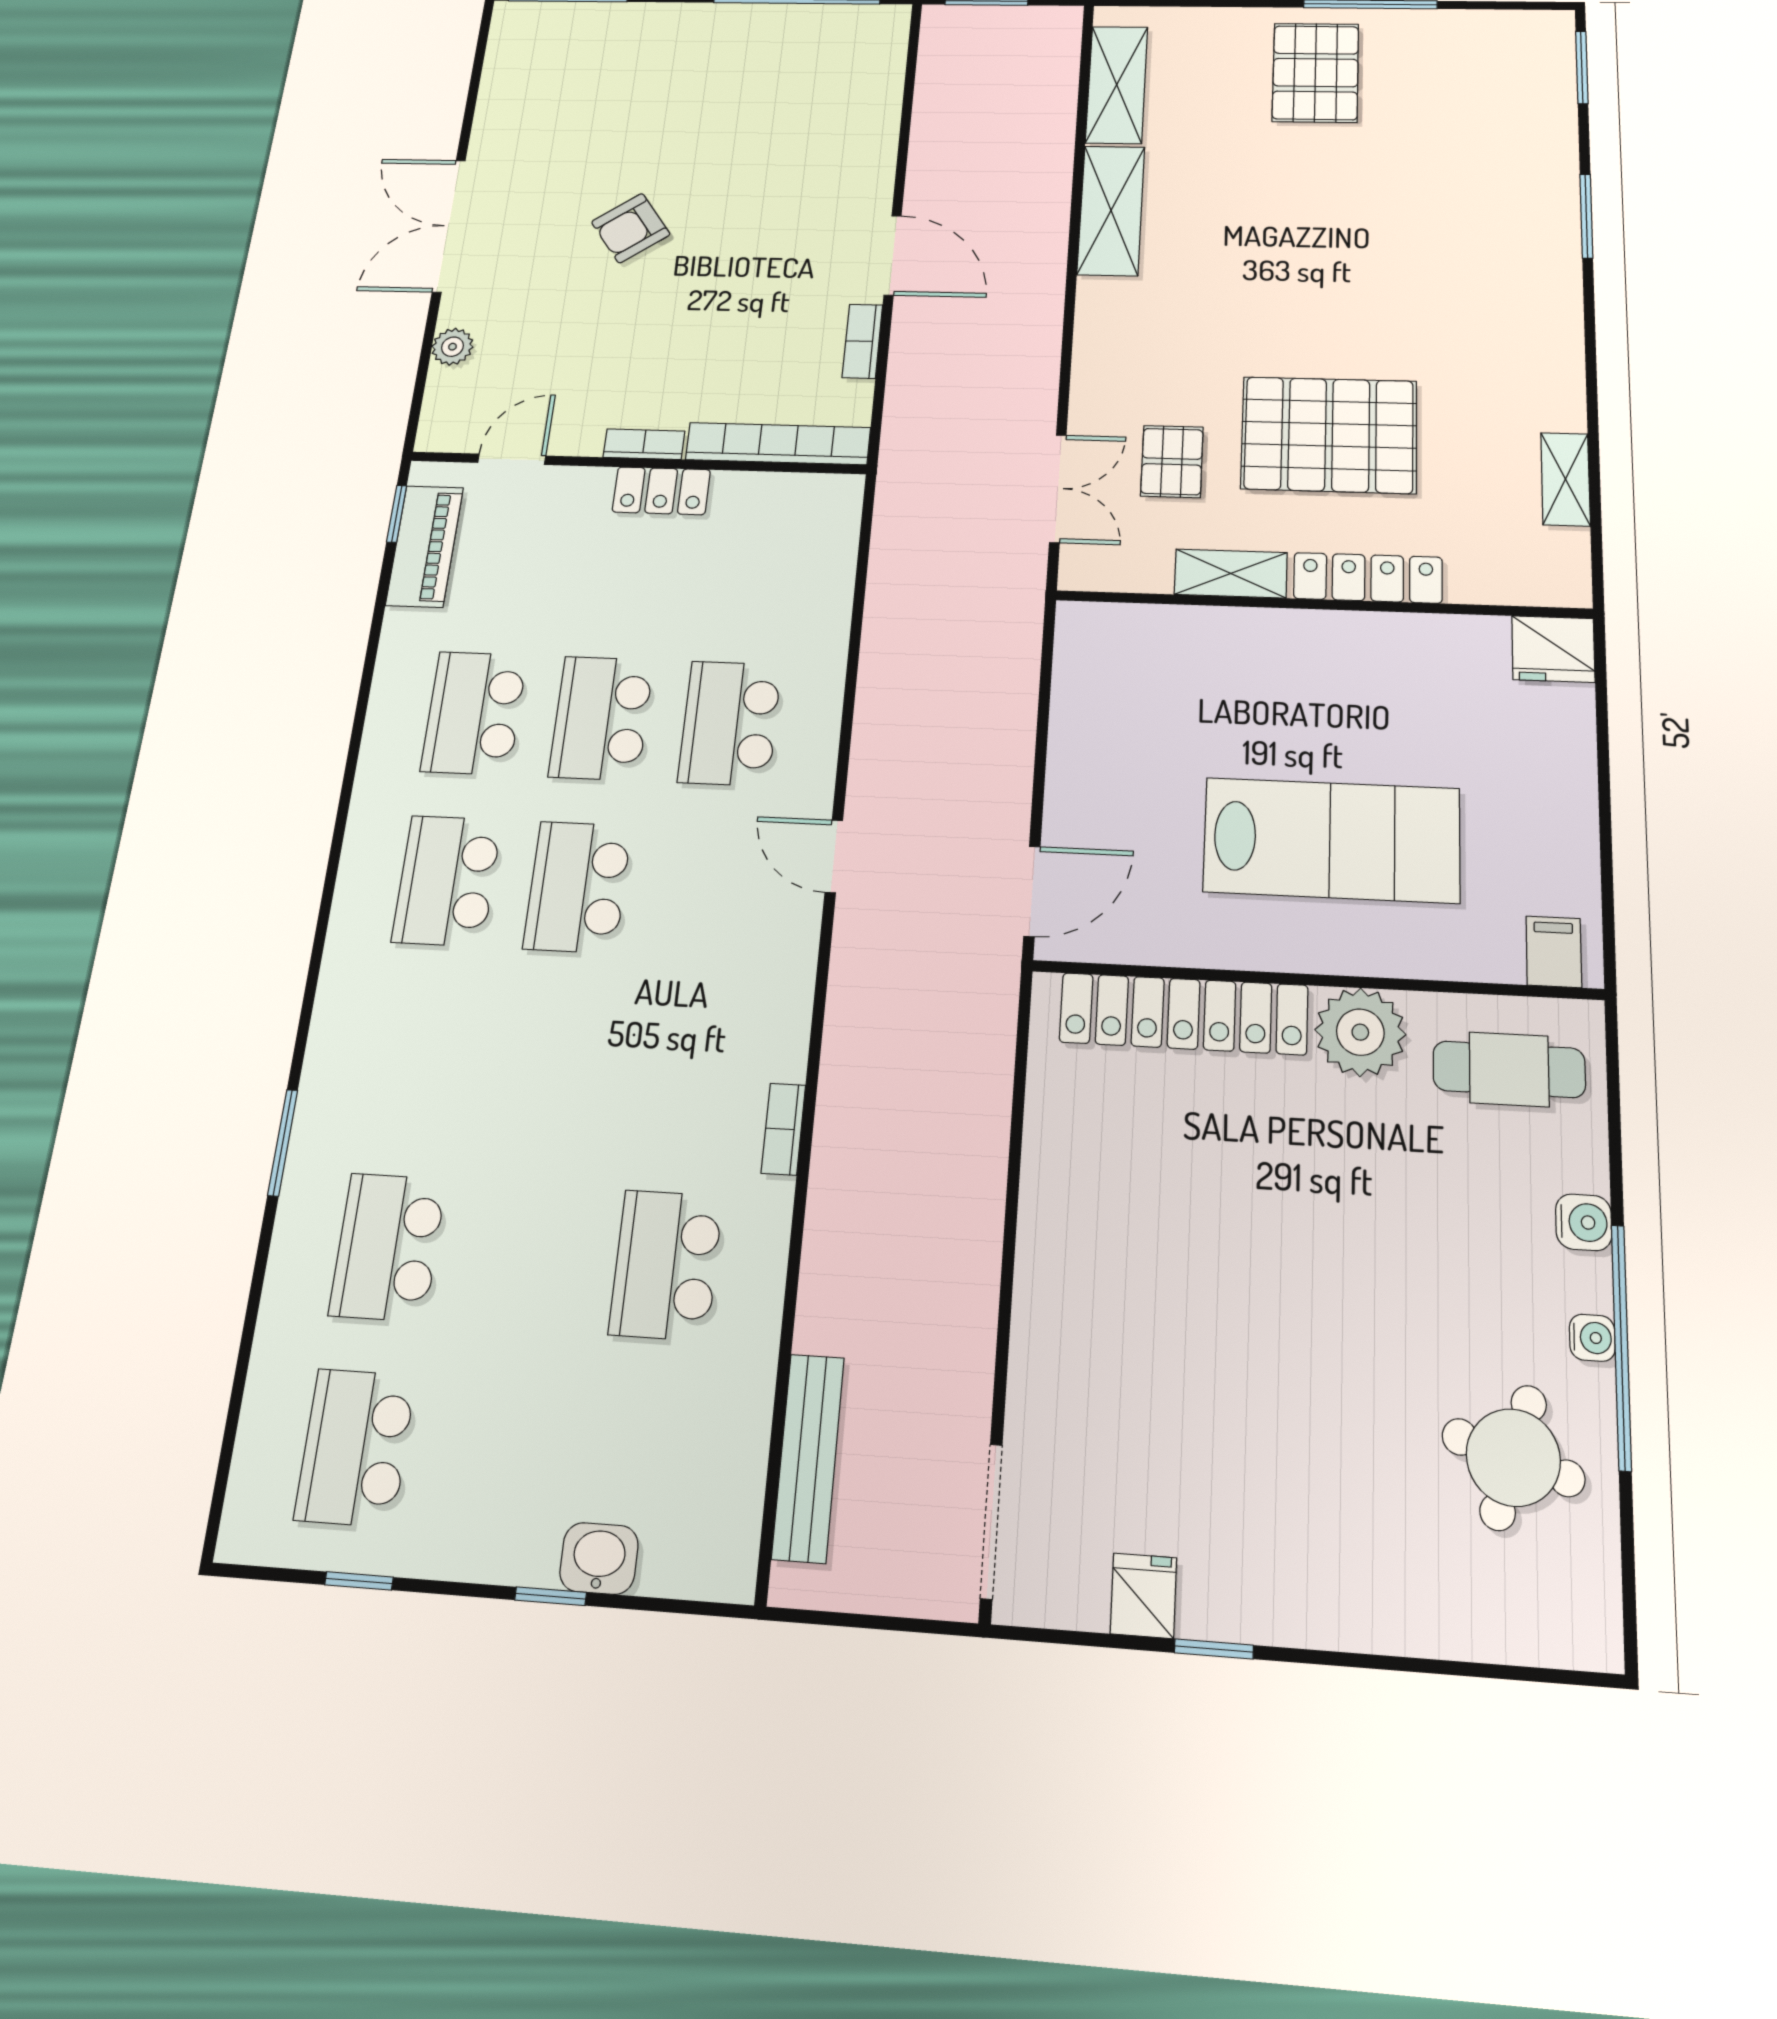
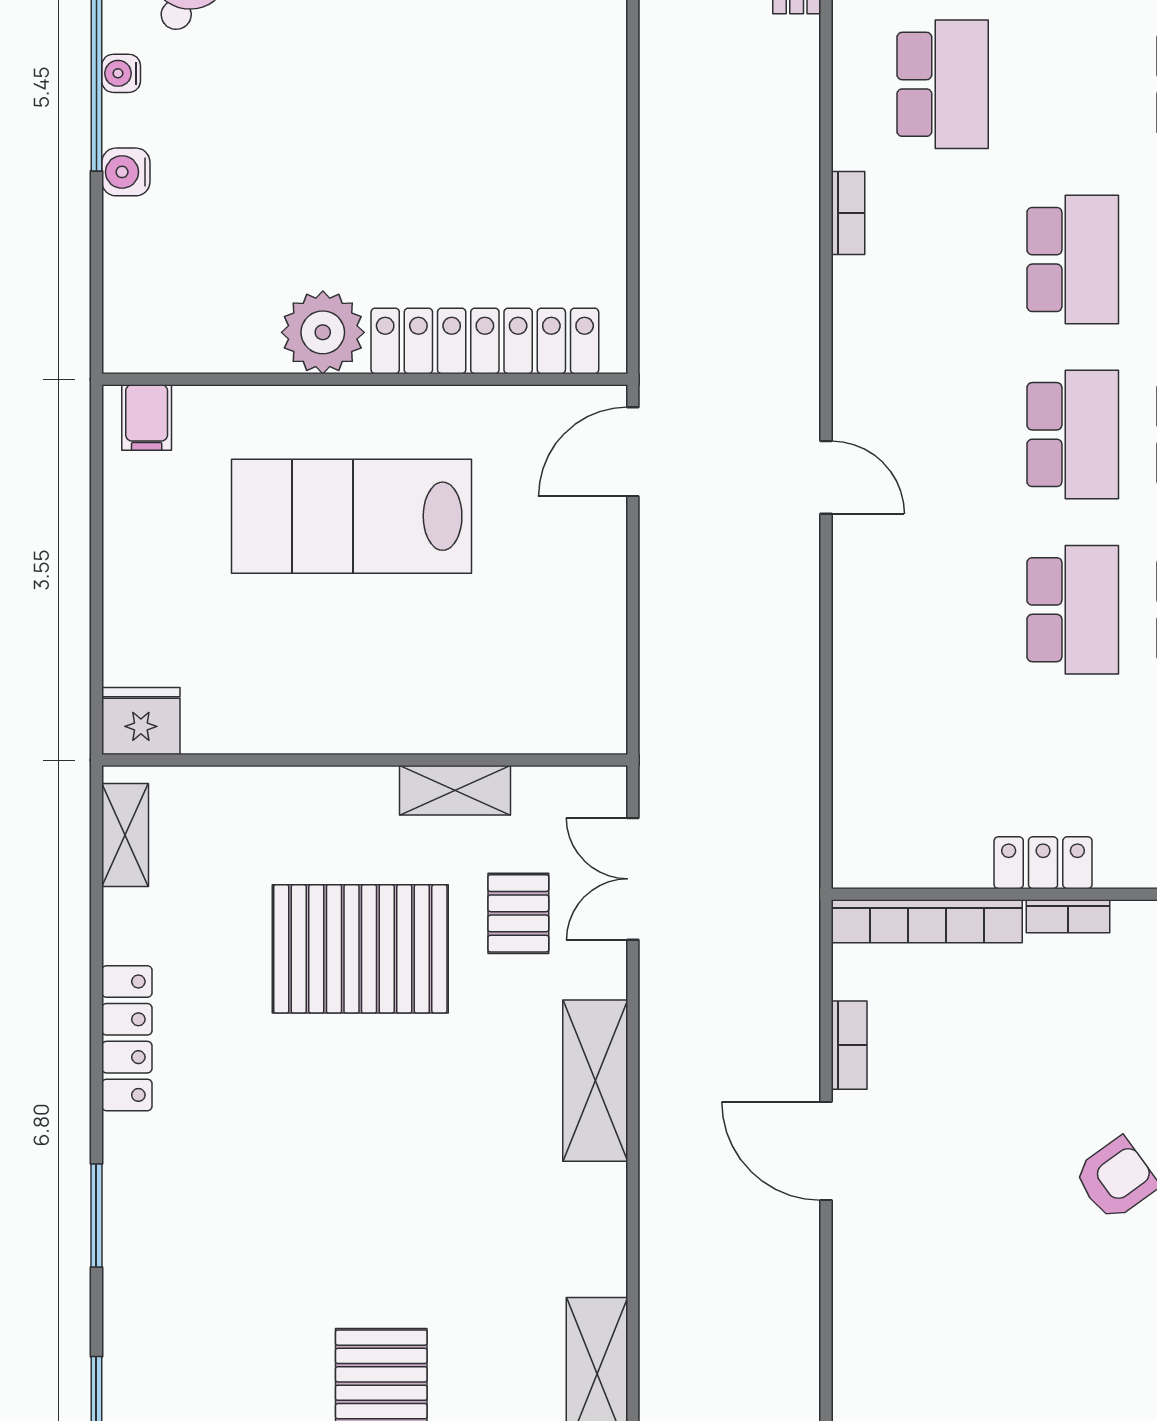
shelving: (1111, 210) -> (595, 1081), moved
shelving: (1565, 479) -> (125, 835), moved
locker: (1368, 578) -> (127, 1038), moved, turned -90
school desk: (730, 723) -> (1073, 259), moved
cafe table: (1509, 1069) -> (189, 305), removed

